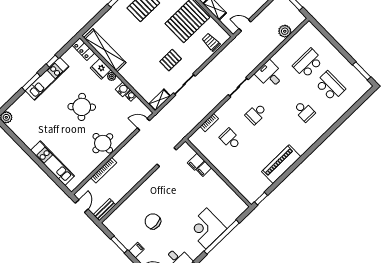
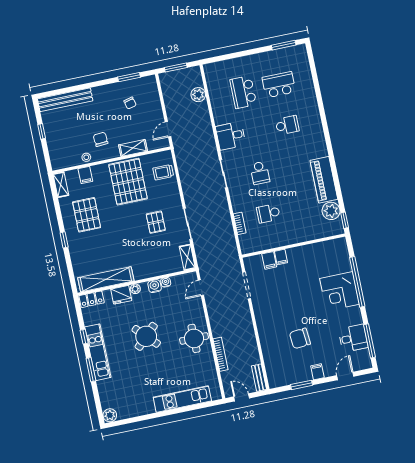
plant: (262, 184) -> (331, 211), added

